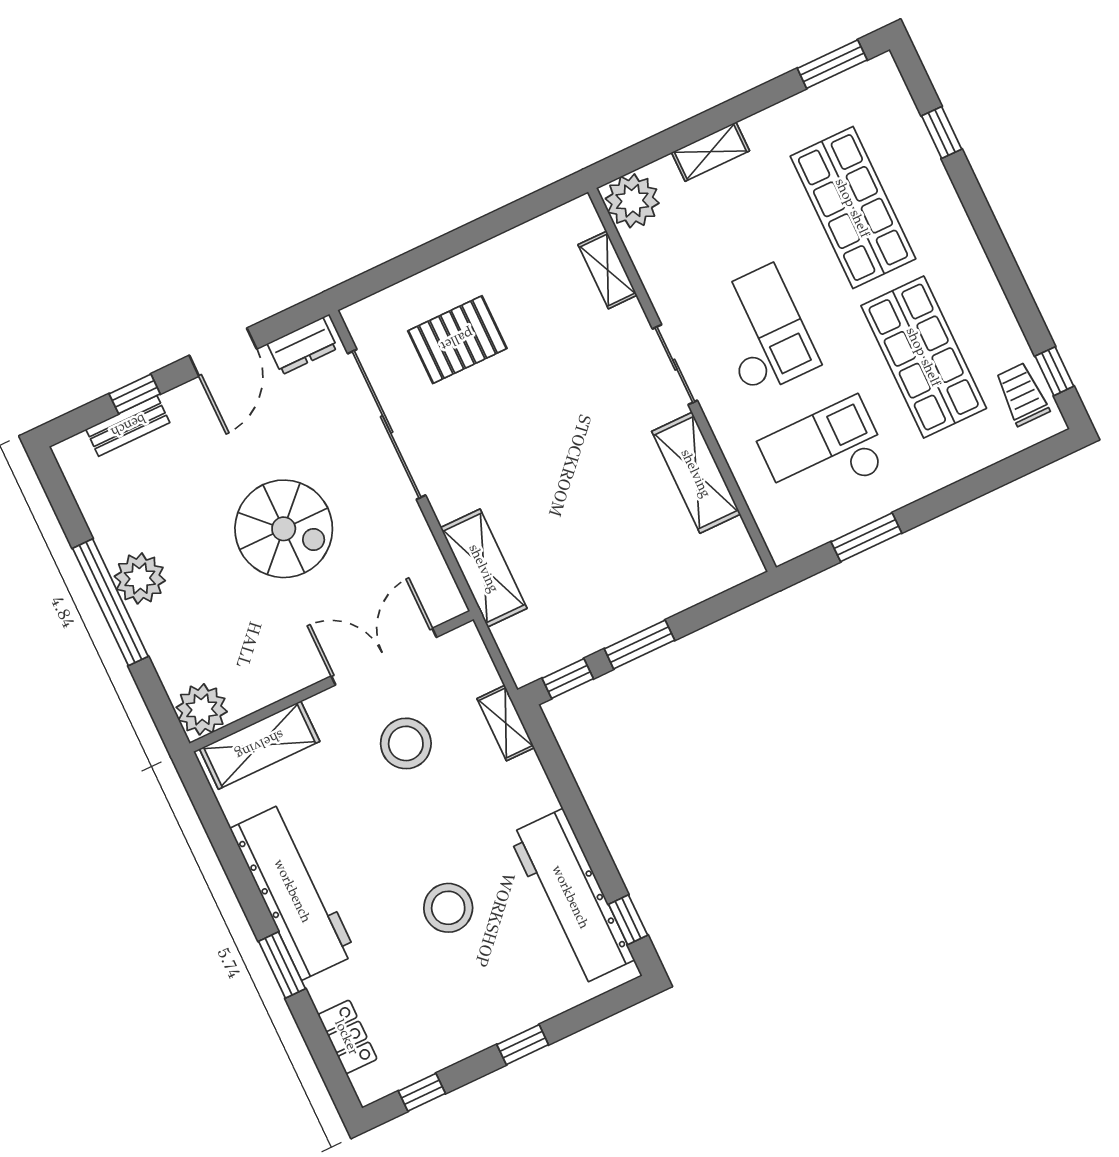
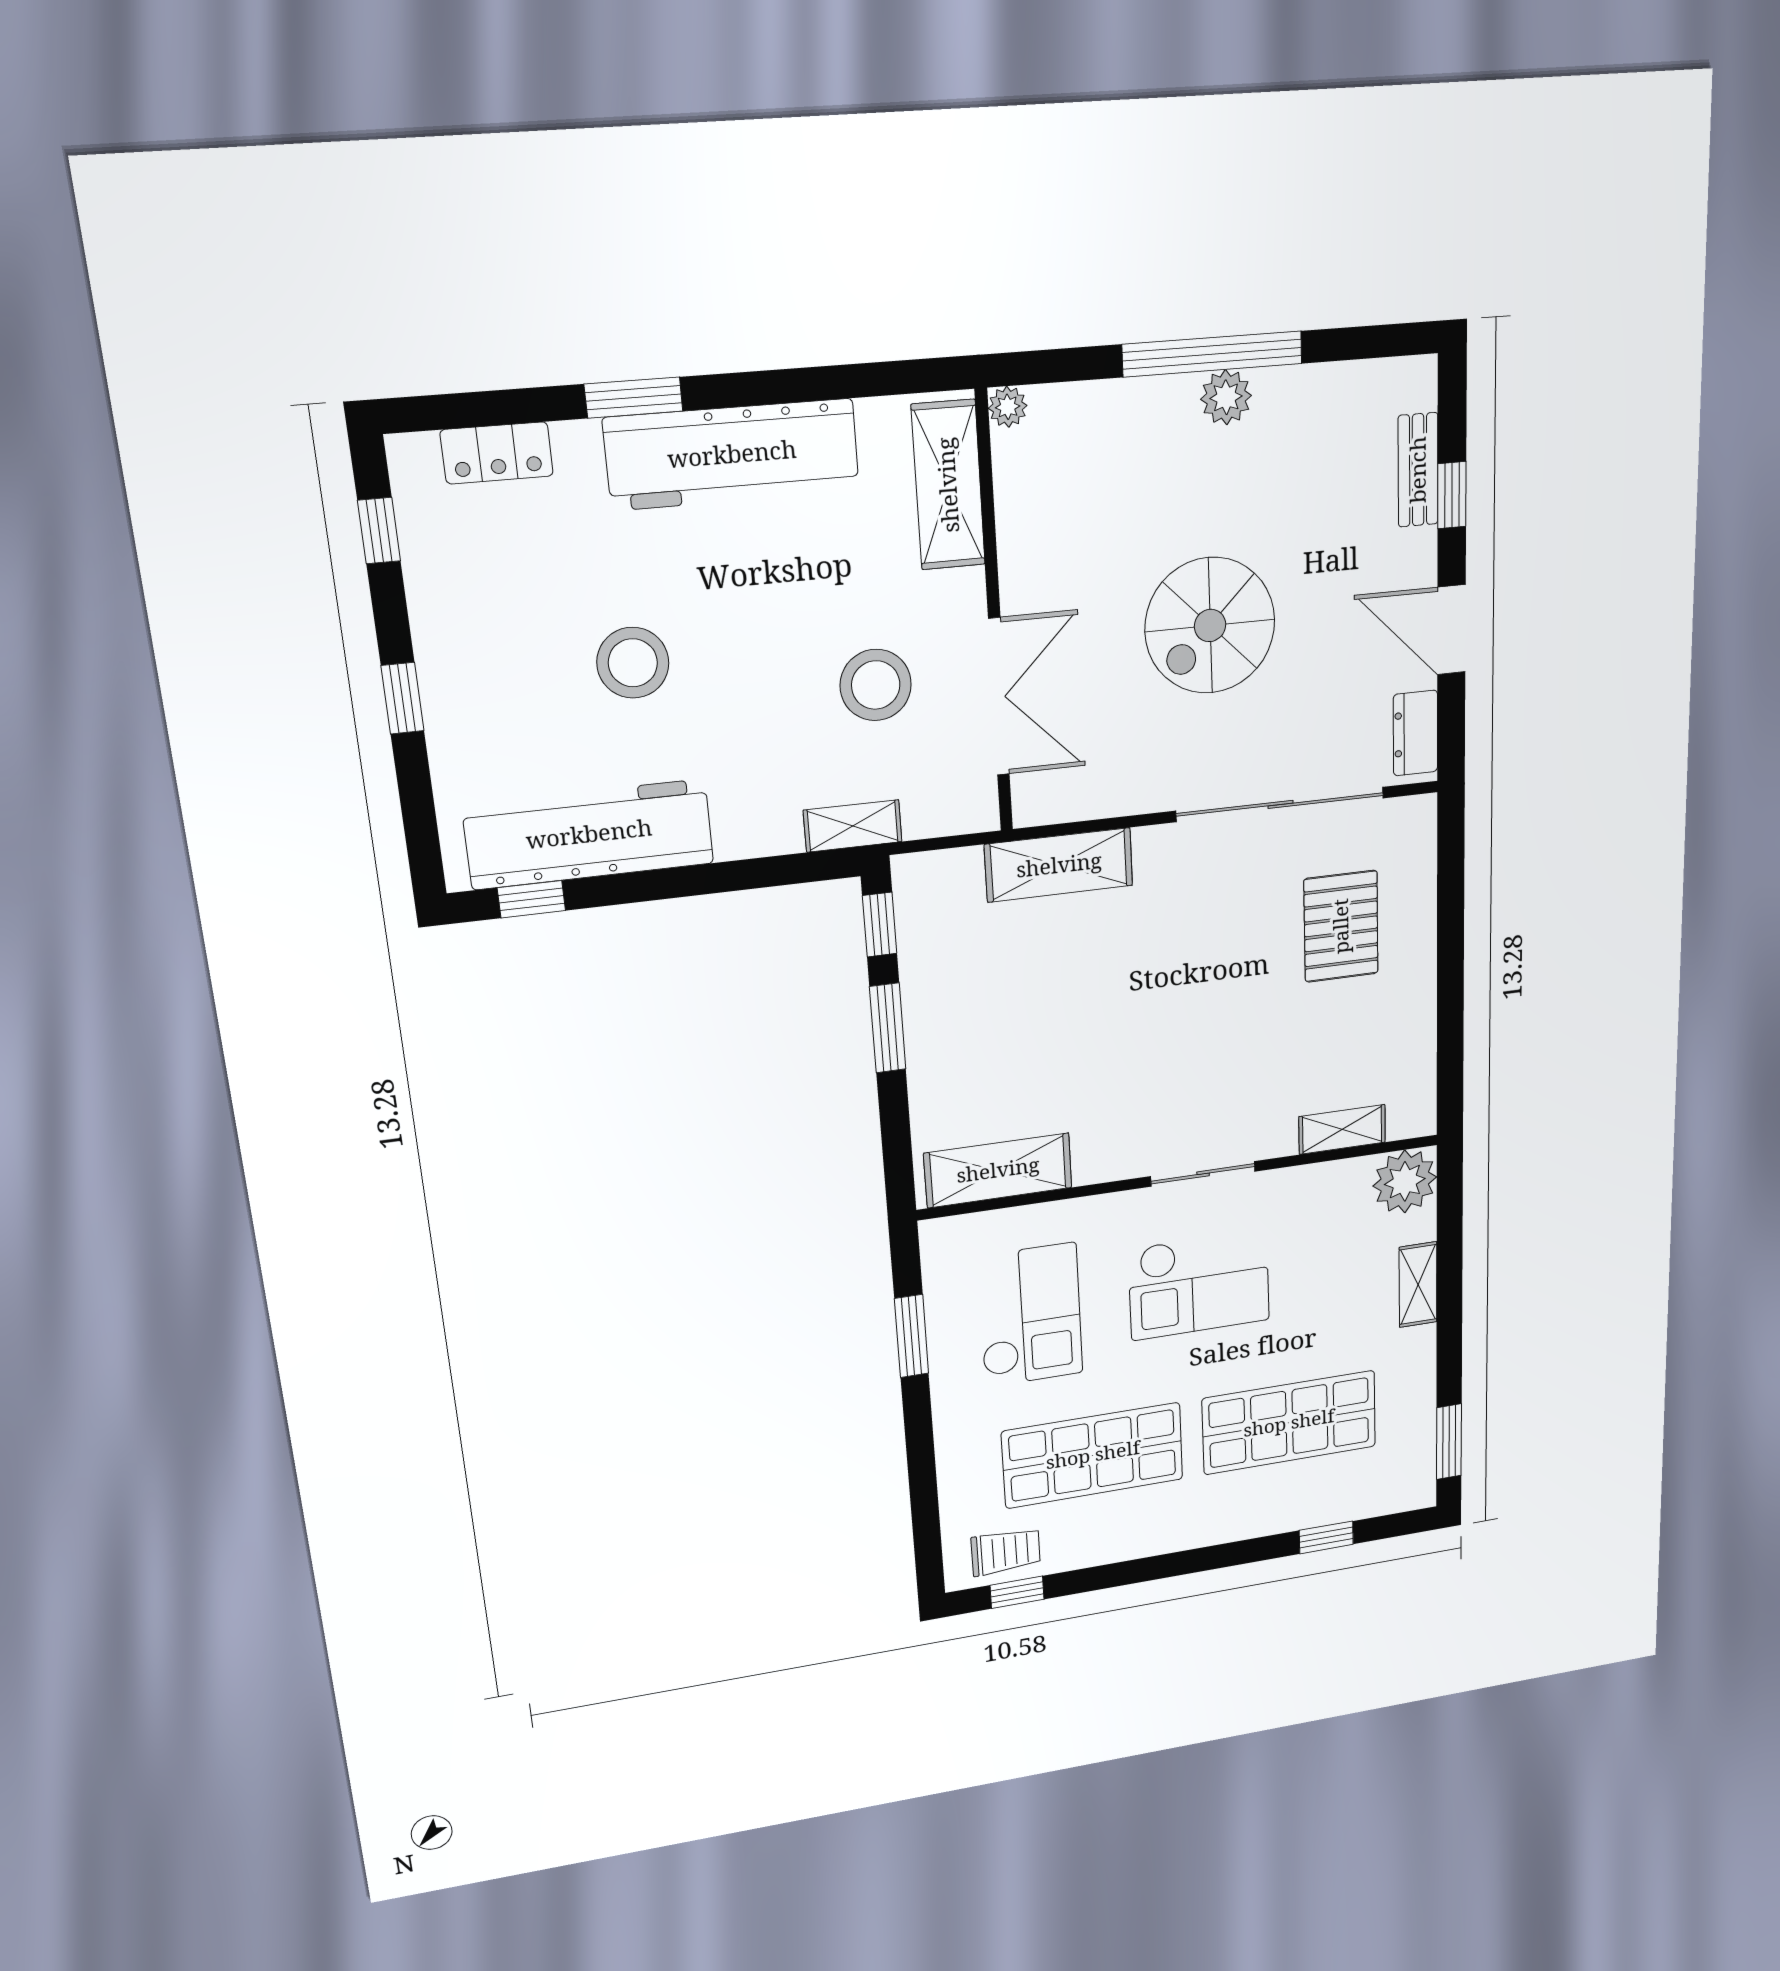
shelving: (696, 473) -> (998, 1170), moved
plant: (140, 578) -> (1226, 397), width x0.73, depth x0.73
plant: (202, 709) -> (1008, 407), width x0.53, depth x0.53

